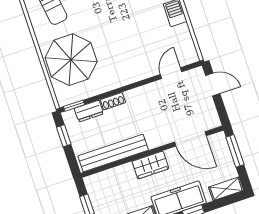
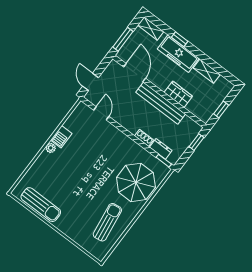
door: (171, 73) -> (101, 113), swing flipped
window: (64, 136) -> (196, 142), moved
bench: (113, 153) -> (161, 103), moved
wardrobe: (150, 165) -> (178, 94), moved

